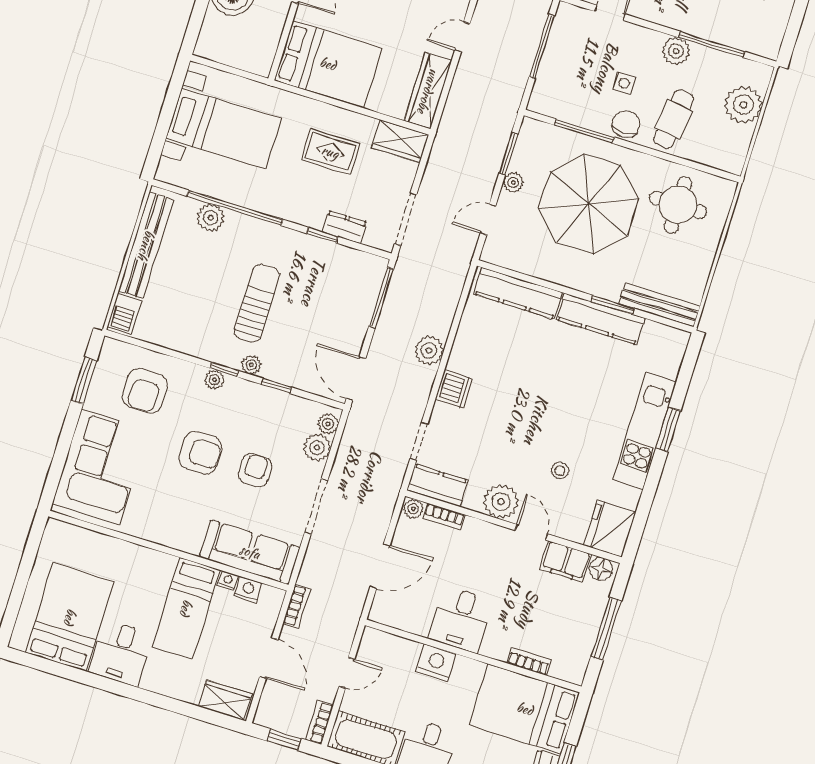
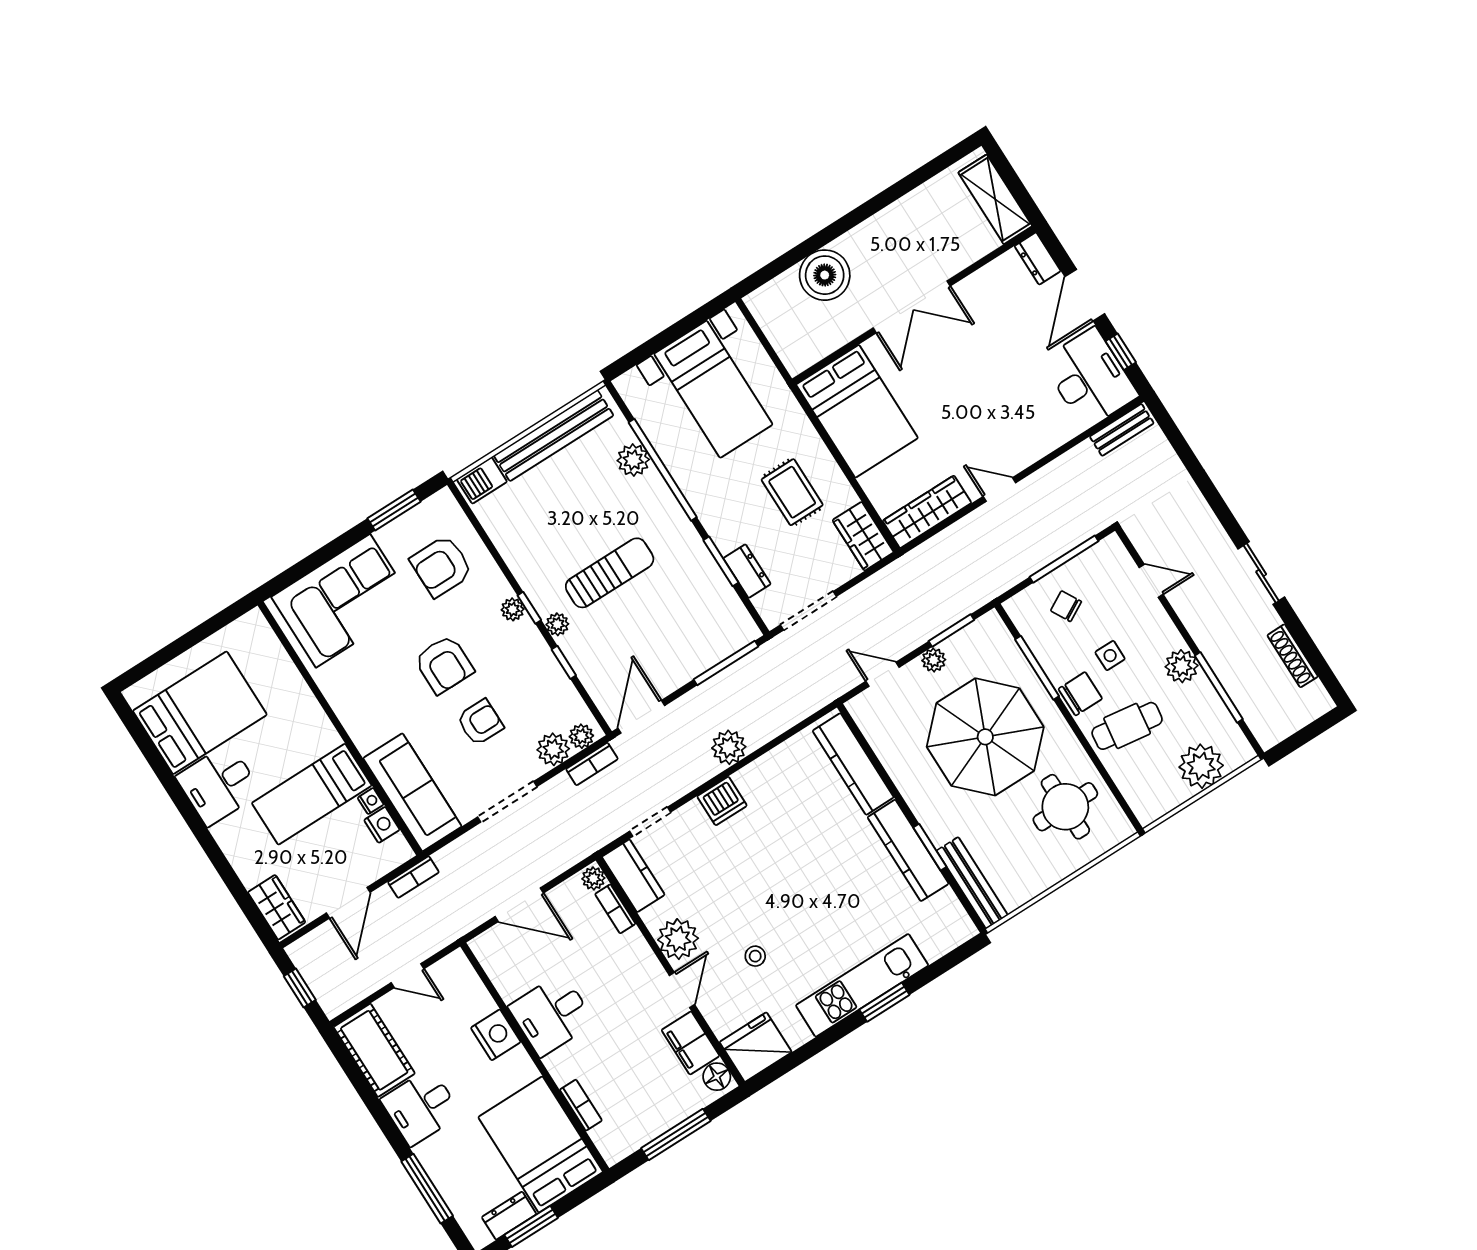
chair: (569, 75) -> (1066, 606), added
window: (322, 235) -> (721, 561), width x1.50
bookcase: (320, 722) -> (592, 764), moved, turned 180

